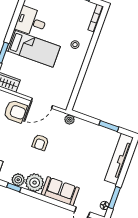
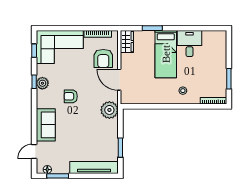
plant: (69, 120) -> (109, 110), width x1.88, depth x1.88
armchair: (40, 142) -> (71, 96), moved
plant: (35, 183) -> (45, 99), removed

